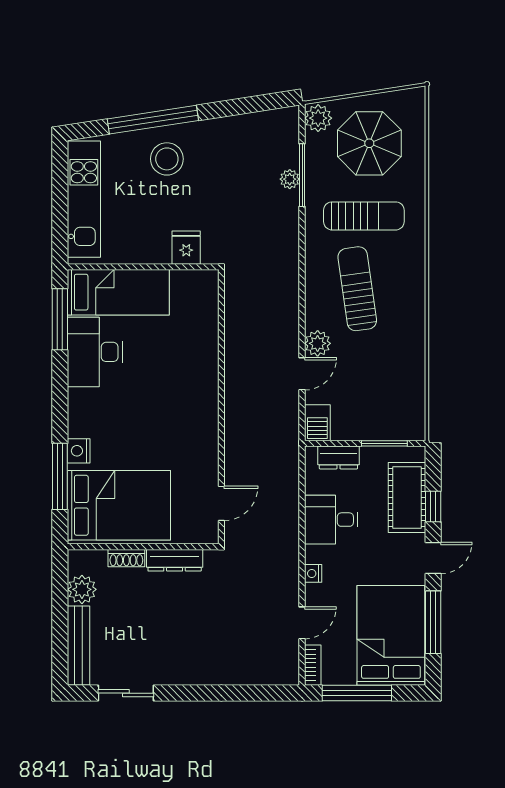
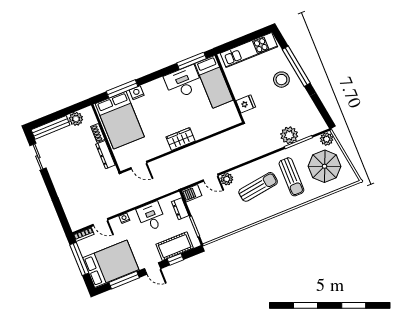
plant: (290, 179) -> (289, 135), width x1.88, depth x1.88
wardrobe: (203, 402) -> (181, 139), added

